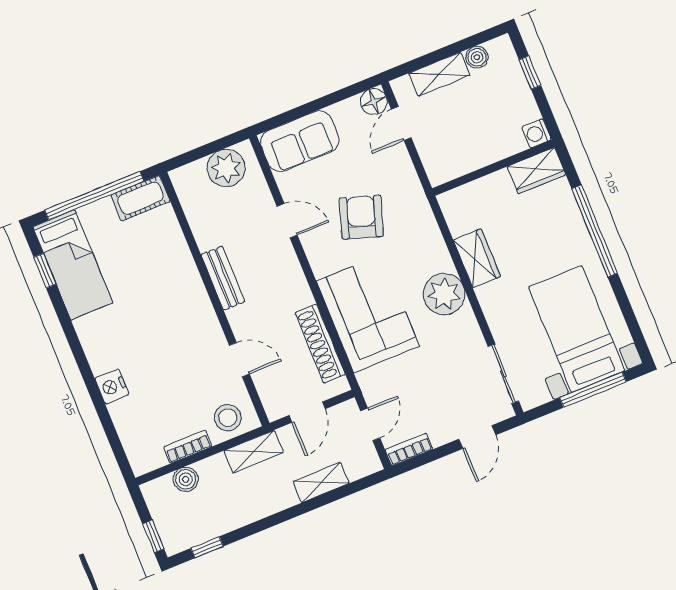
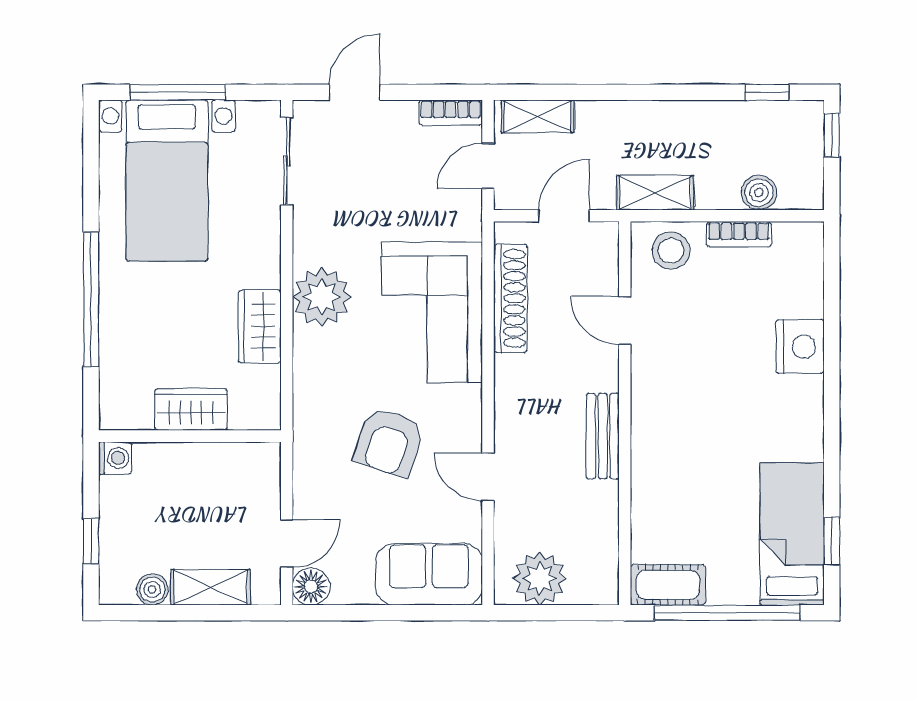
wardrobe: (536, 171) -> (191, 409), moved
nightstand: (112, 386) -> (800, 346), width x1.36, depth x1.33
shelving: (321, 482) -> (538, 116), moved

